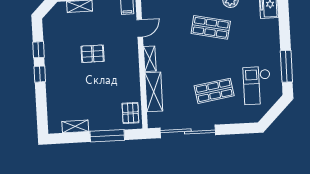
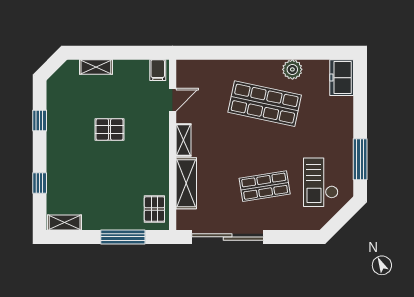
shop shelf: (211, 27) -> (265, 104), width x1.43, depth x1.36
window: (40, 74) -> (40, 183), moved
shelving: (75, 126) -> (65, 223), moved

